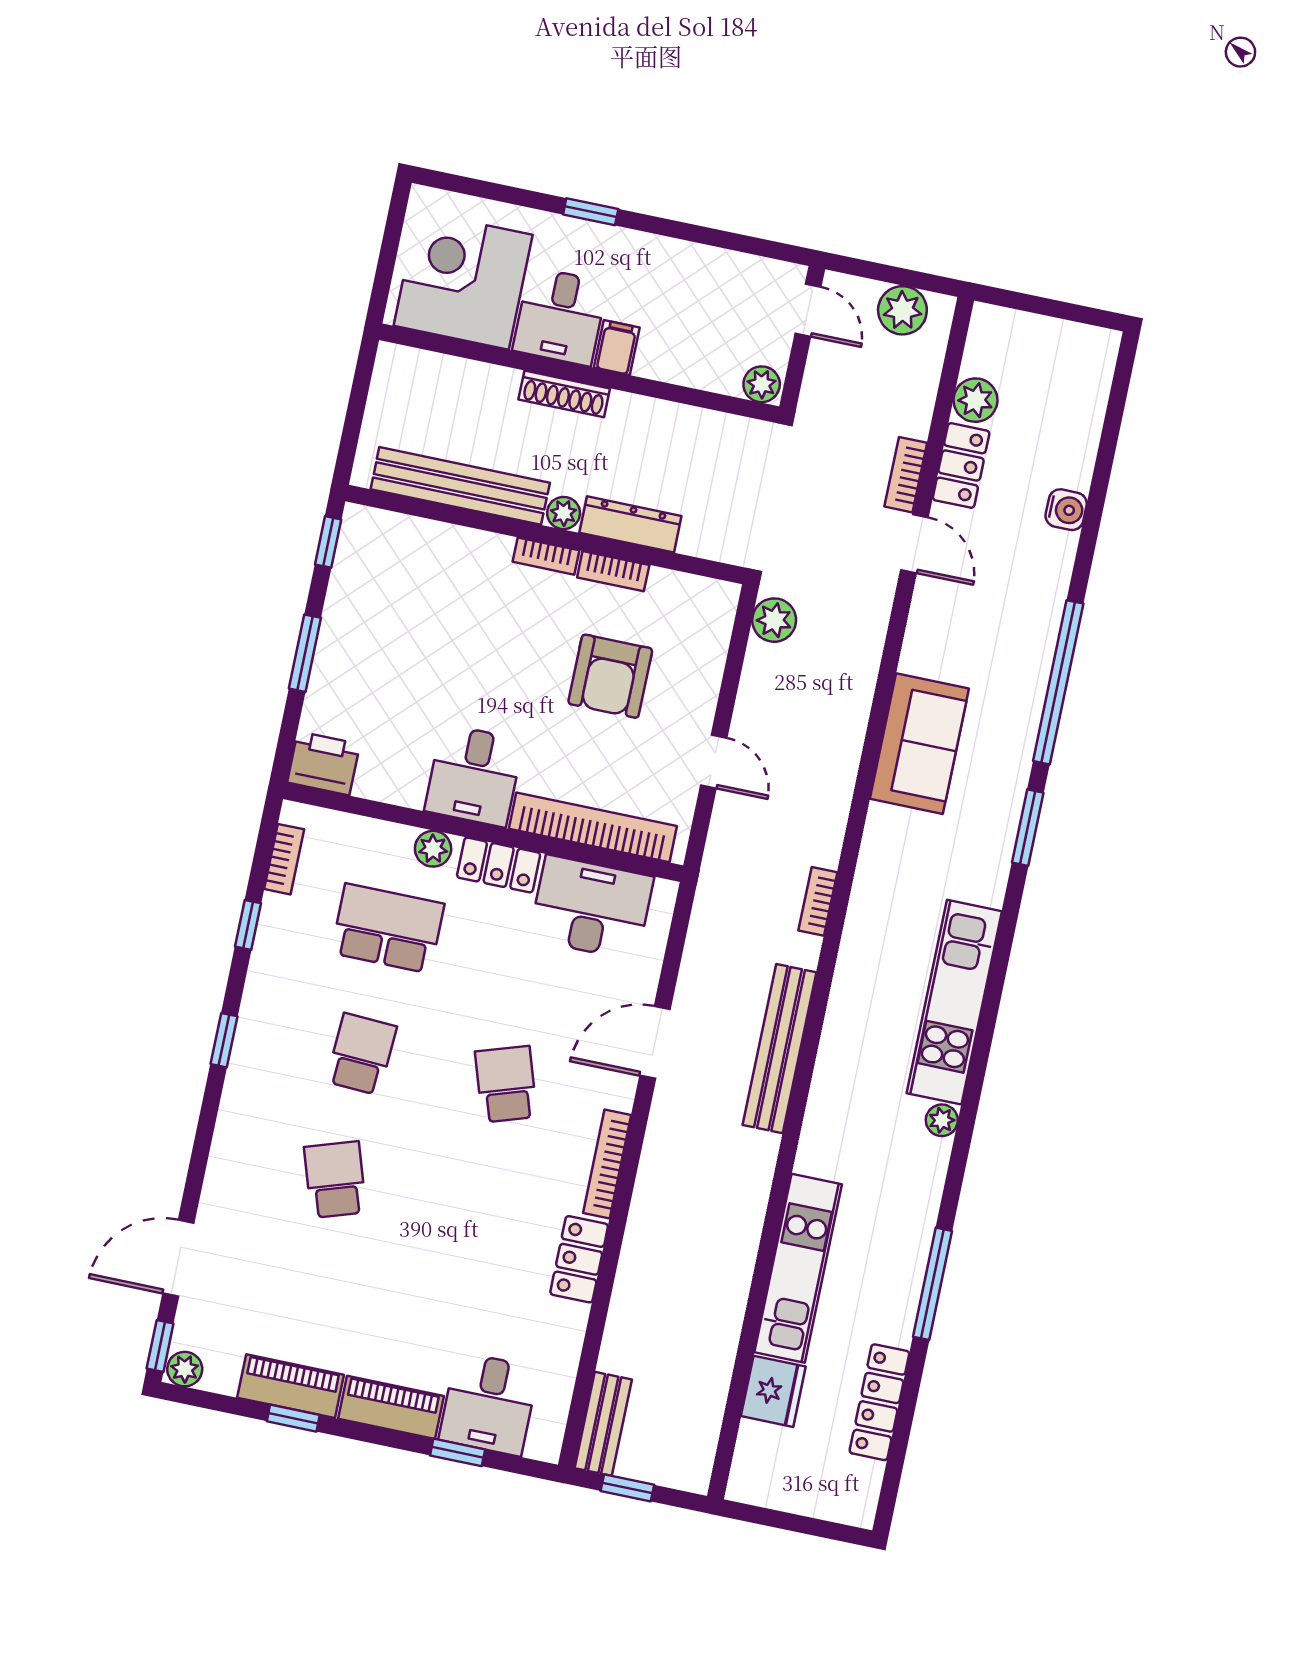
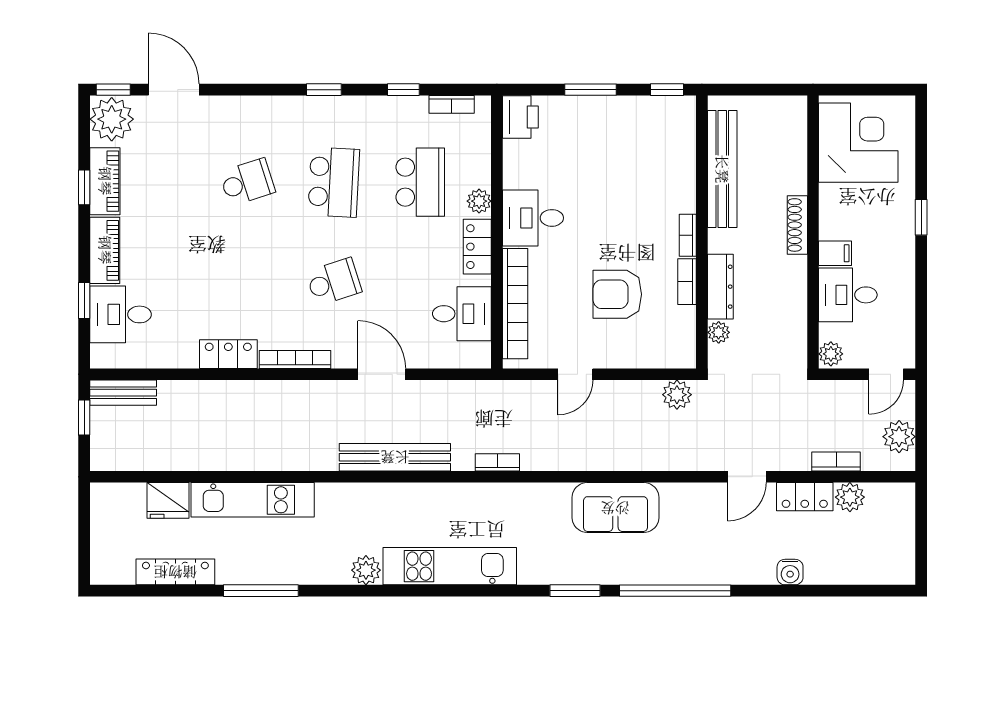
desk: (560, 316) -> (848, 295), moved
bookcase: (906, 475) -> (836, 461), moved
plant: (564, 513) -> (719, 332), moved
desk: (591, 908) -> (462, 314), width x0.73
school desk: (361, 1054) -> (334, 182), width x1.85
plant: (942, 1120) -> (366, 570), width x1.38, depth x1.38
plant: (185, 1369) -> (112, 119), width x1.88, depth x1.88

